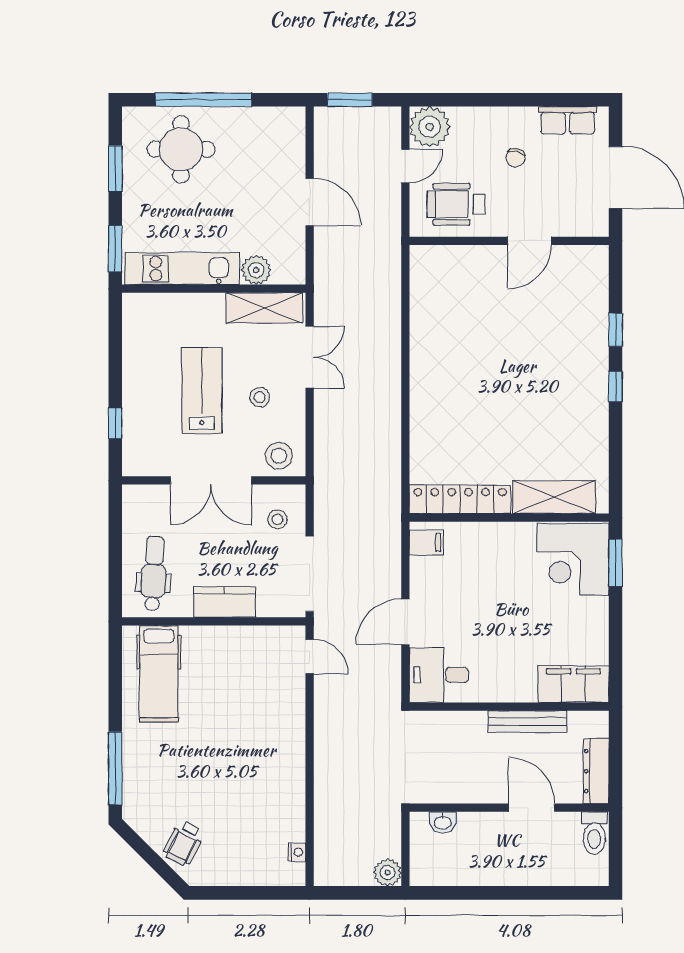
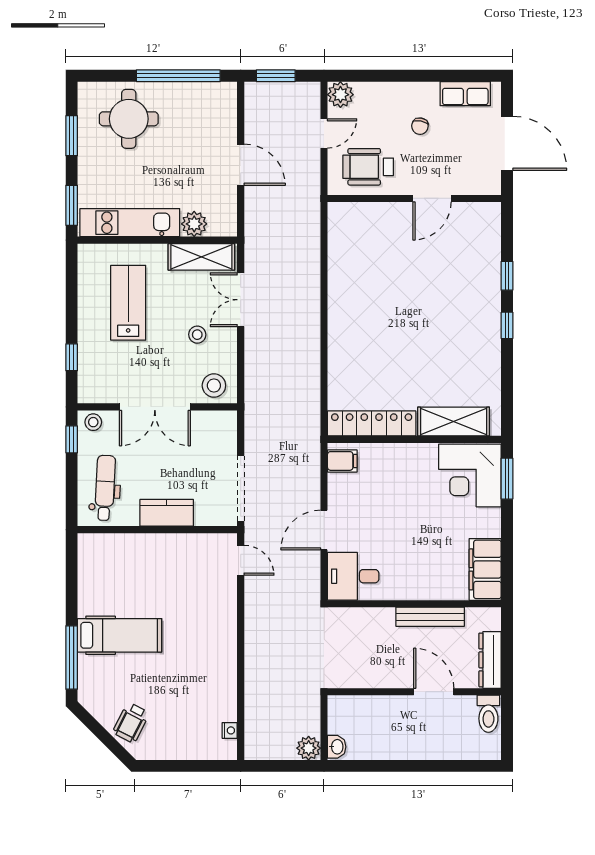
window: (203, 100) -> (178, 76), moved
plant: (430, 127) -> (340, 95), width x0.73, depth x0.73
double door: (310, 357) -> (241, 300), swing flipped
lab bench: (202, 391) -> (128, 303), moved
window: (115, 518) -> (72, 439), added
stool: (277, 519) -> (93, 422), moved
hospital bed: (159, 674) -> (120, 635), moved, turned -90
filing cabinet: (573, 684) -> (485, 569), moved, turned -90
washbasin: (443, 822) -> (337, 747), moved, turned -90

